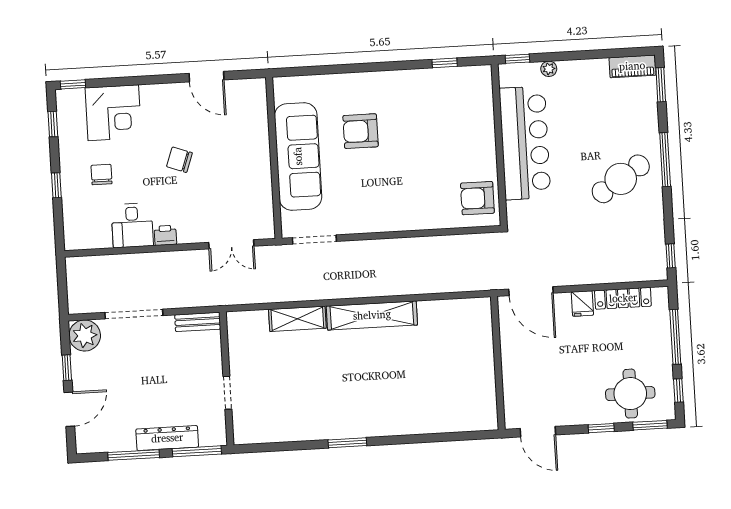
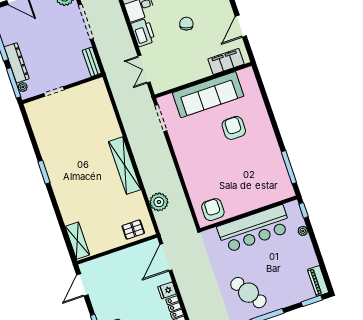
window: (445, 63) -> (289, 167), width x2.17
filing cabinet: (255, 115) -> (226, 61), added
printer: (165, 235) -> (143, 32), width x1.87, depth x1.48
plant: (443, 278) -> (159, 202), added
shelving: (297, 319) -> (77, 241), moved
pallet: (474, 330) -> (133, 230), added
plant: (207, 439) -> (23, 87), added

